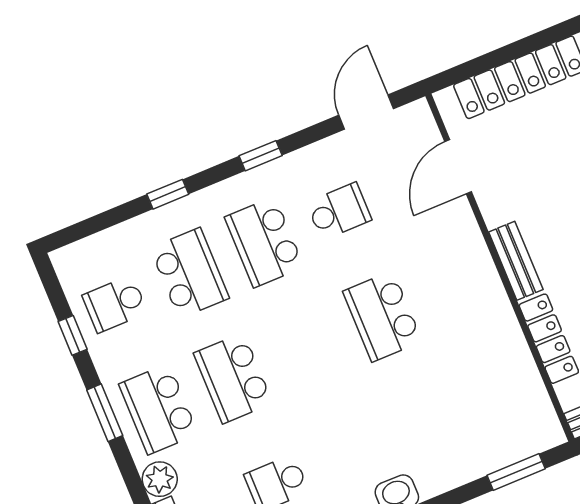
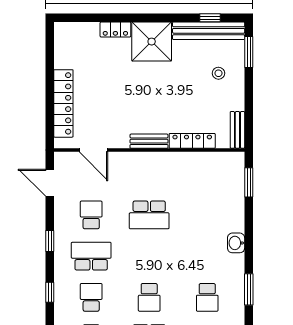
school desk: (264, 242) -> (91, 256), turned 180
school desk: (190, 273) -> (91, 297), width x0.54
school desk: (233, 378) -> (149, 297), width x0.54

